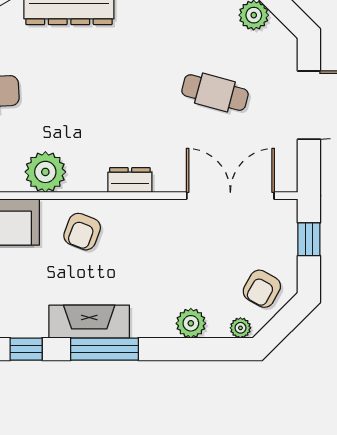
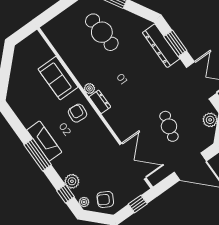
plant: (45, 172) -> (89, 88), width x0.53, depth x0.53
dresser: (130, 180) -> (100, 102), moved
armchair: (82, 232) -> (77, 113), turned 73
window: (26, 349) -> (66, 194), moved

